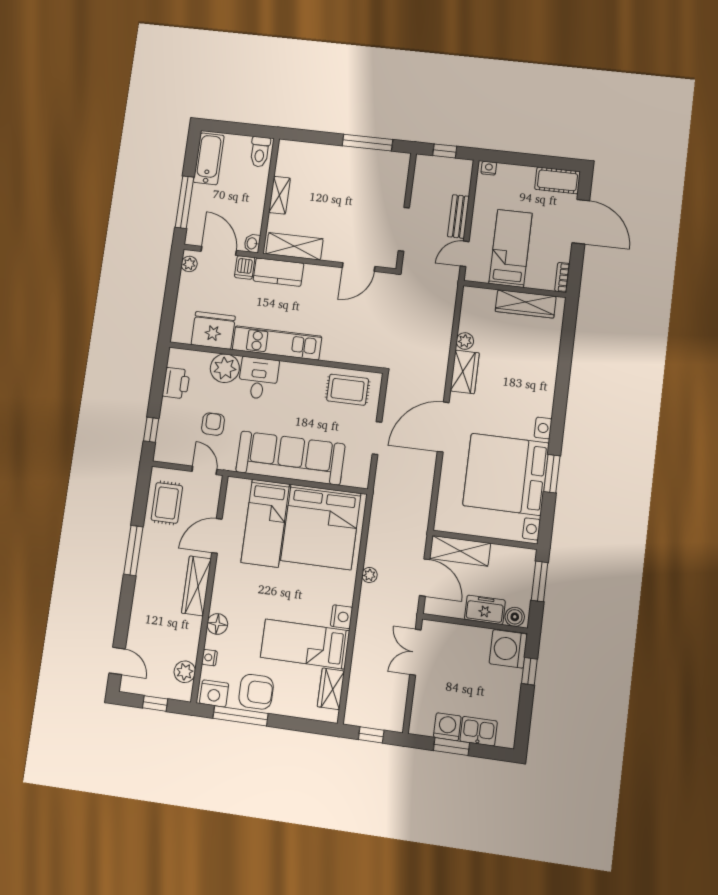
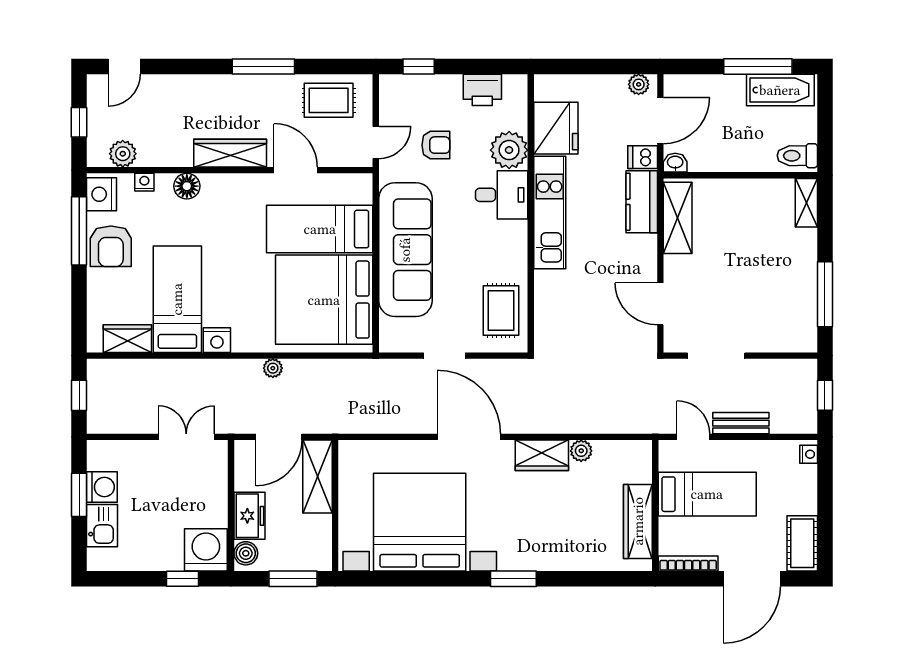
shelving: (279, 195) -> (806, 203), moved, turned 90
window: (184, 202) -> (758, 66), moved
bookcase: (562, 277) -> (688, 563), width x1.56
window: (552, 474) -> (513, 579), moved

